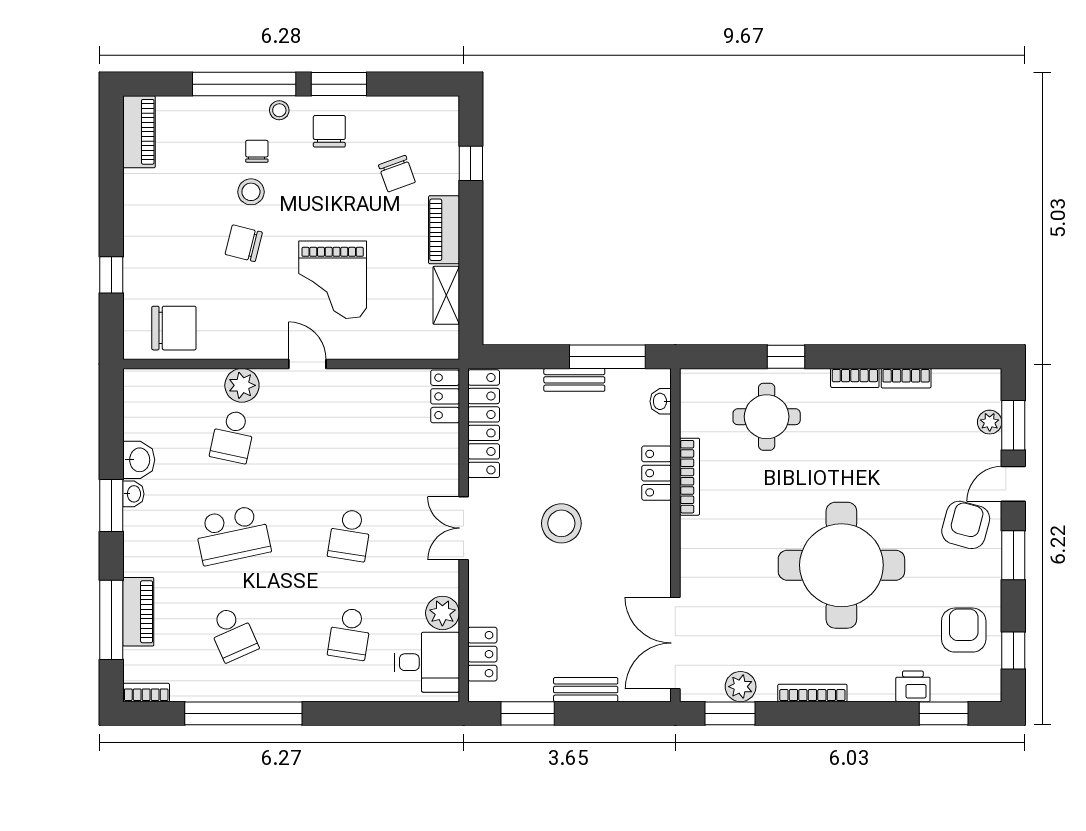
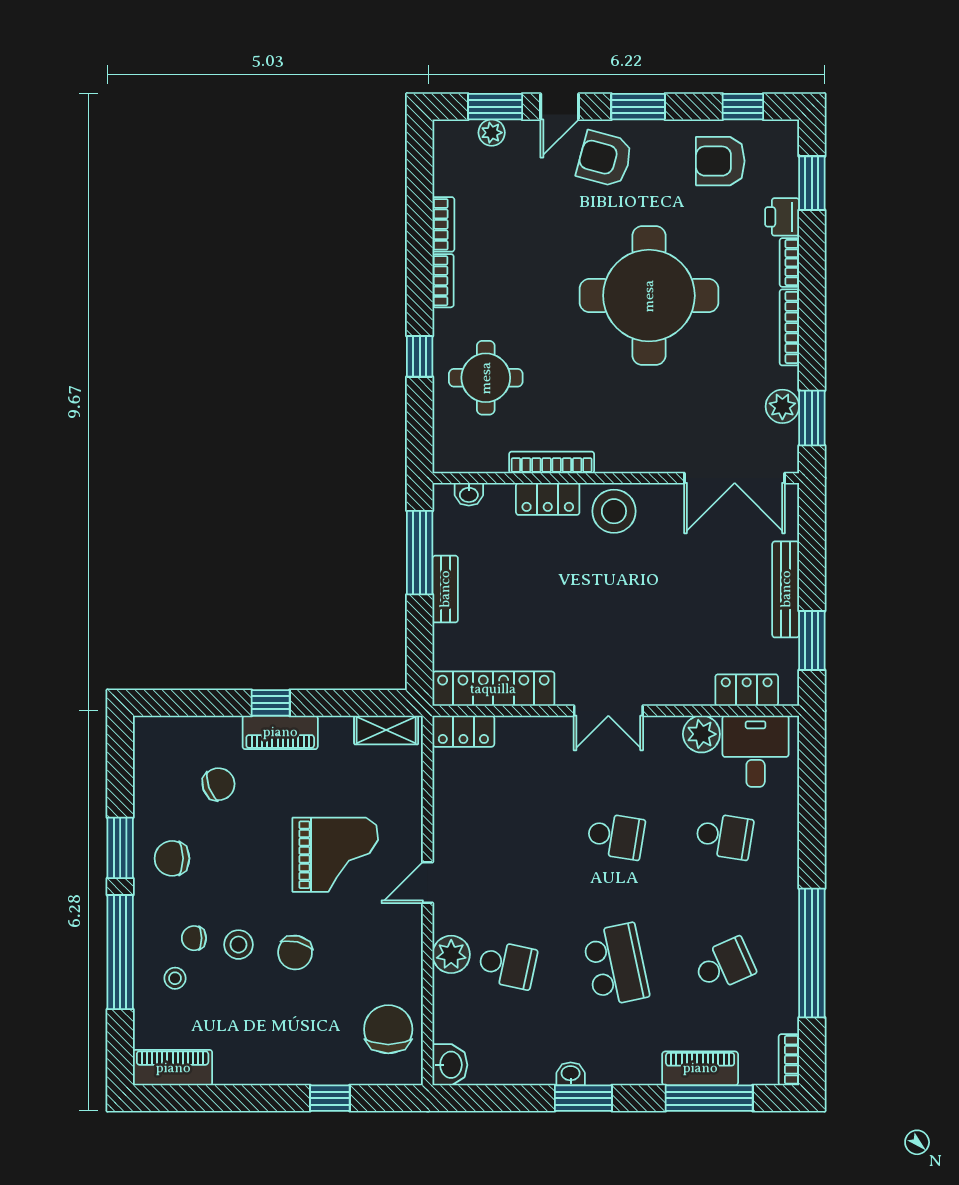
stool: (279, 110) -> (175, 978), moved
window: (471, 163) -> (271, 703), moved
shelving: (446, 295) -> (386, 730), moved
washbasin: (139, 460) -> (450, 1065), moved, turned 90
door: (1013, 484) -> (560, 107), hinge flipped
stool: (561, 523) -> (614, 511), moved
bench: (586, 690) -> (786, 589), width x1.36
bookcase: (871, 693) -> (789, 263), added

